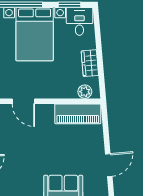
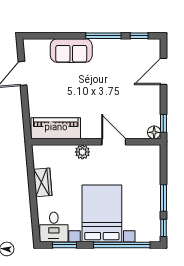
plant: (85, 92) -> (82, 152), moved

